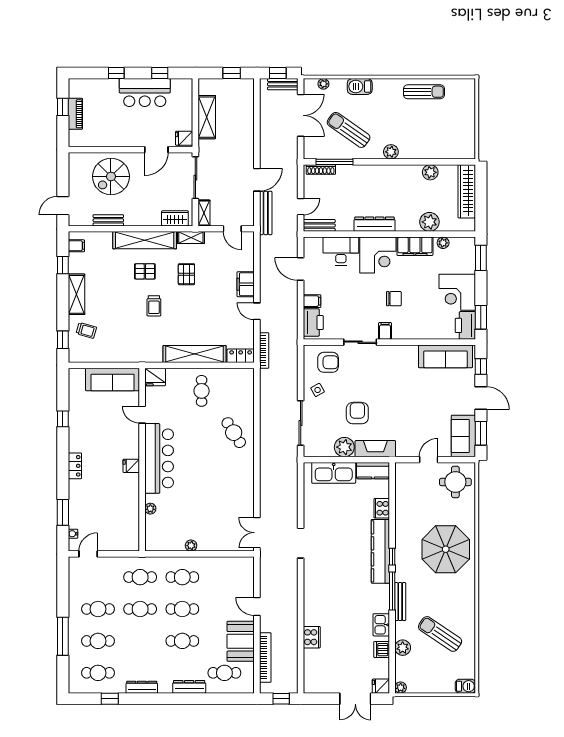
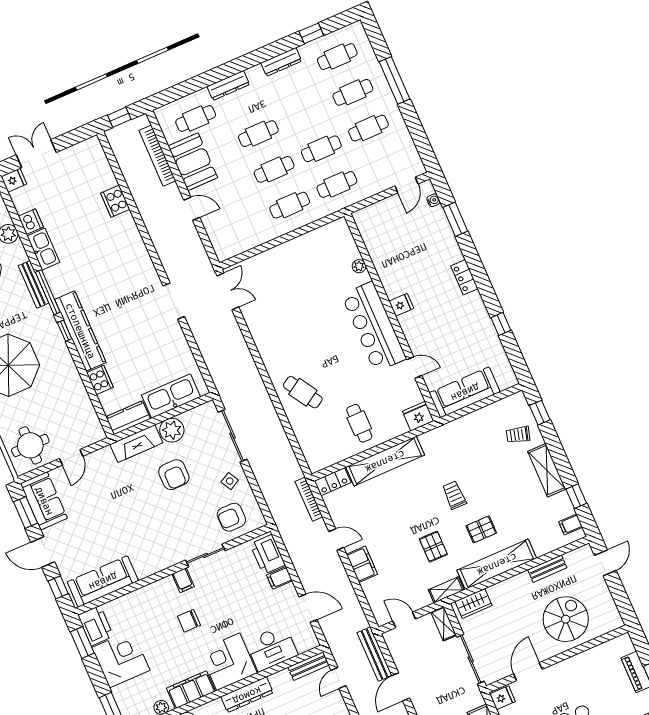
plant: (191, 546) -> (295, 245), removed
kitchen sink: (381, 625) -> (43, 249), width x1.38

